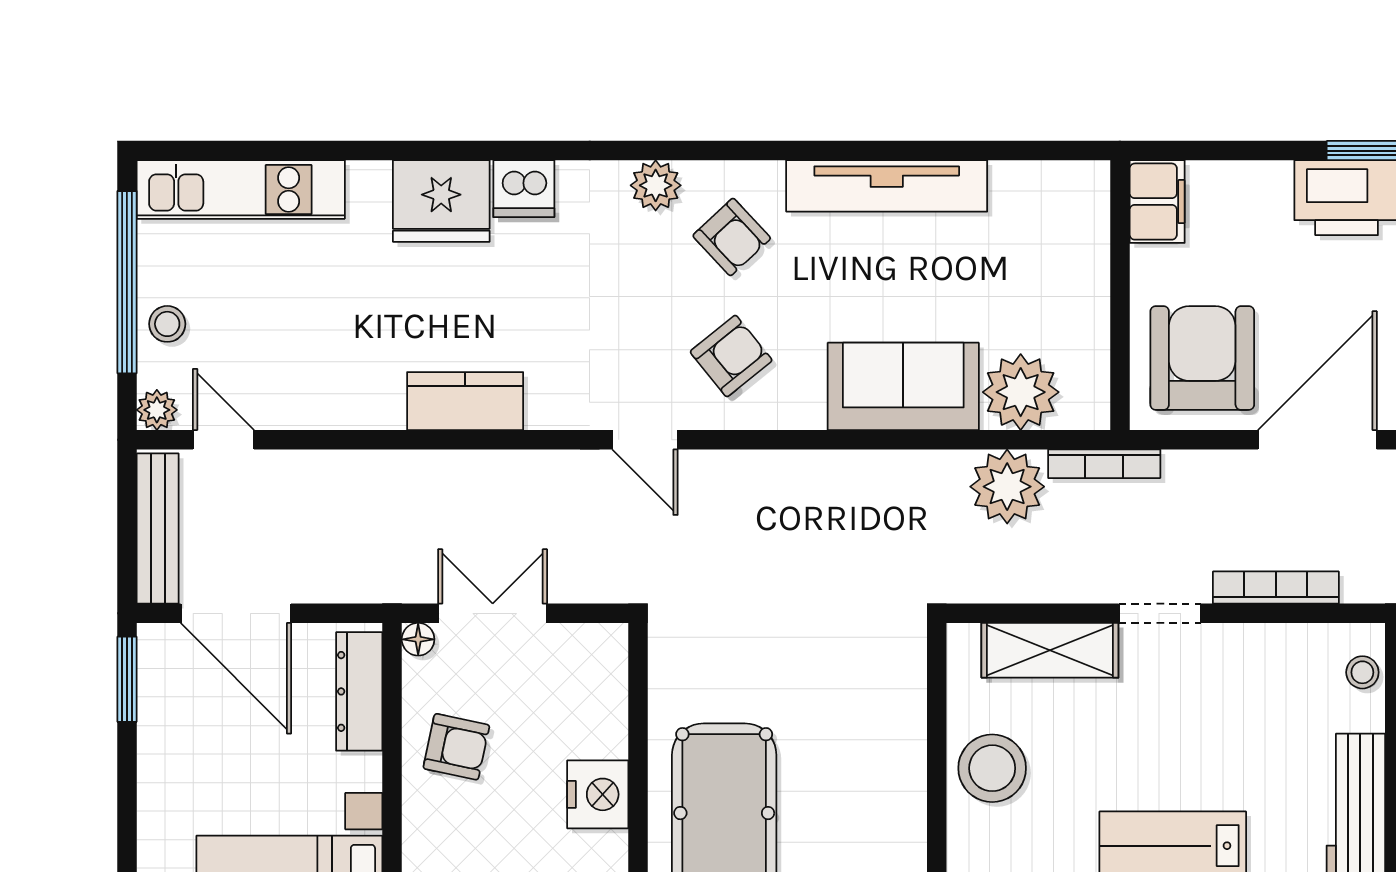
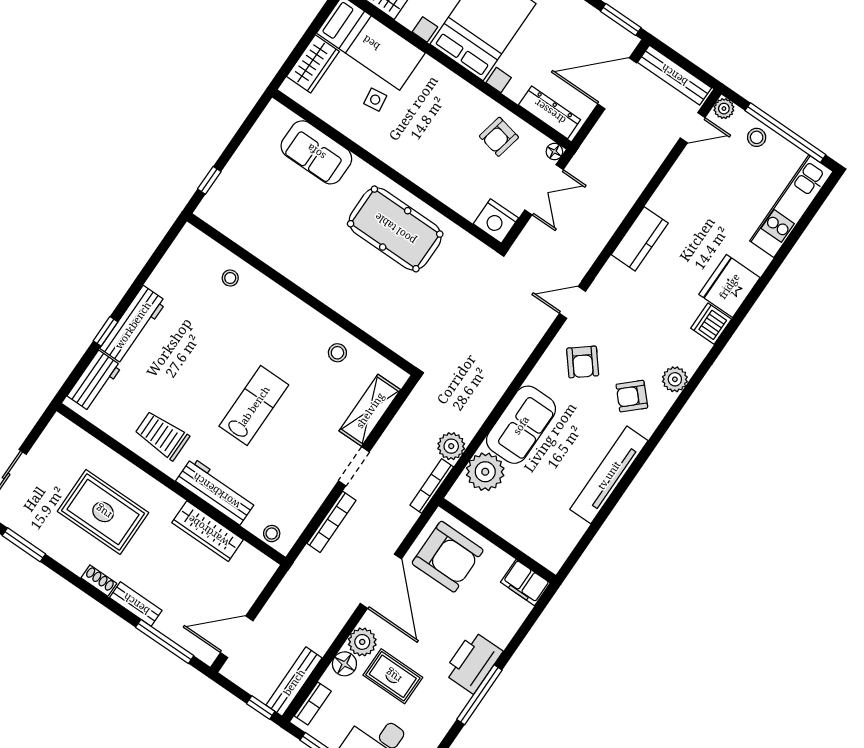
plant: (1007, 487) -> (451, 446), width x0.73, depth x0.73
stool: (992, 768) -> (337, 353), width x0.53, depth x0.53
nightstand: (598, 794) -> (496, 221), moved

